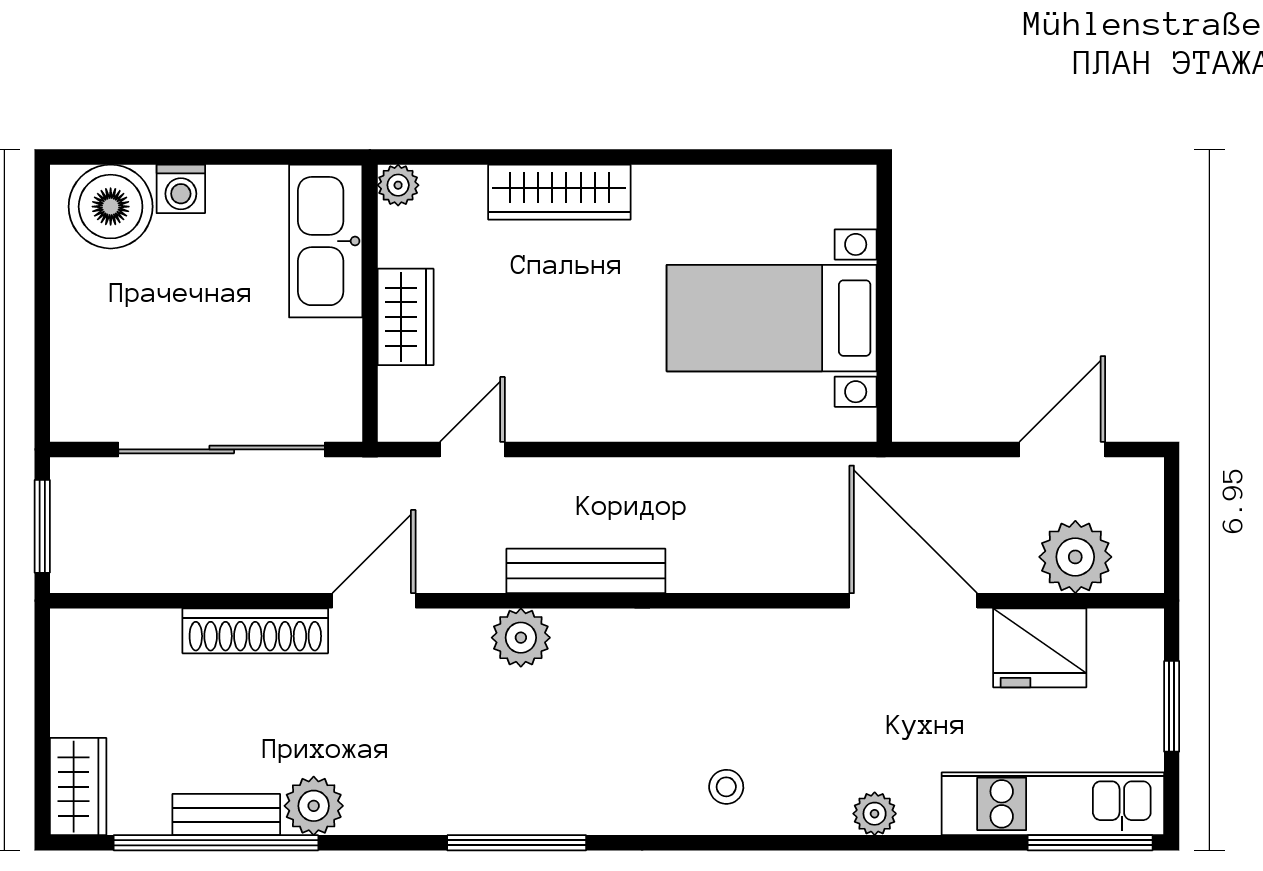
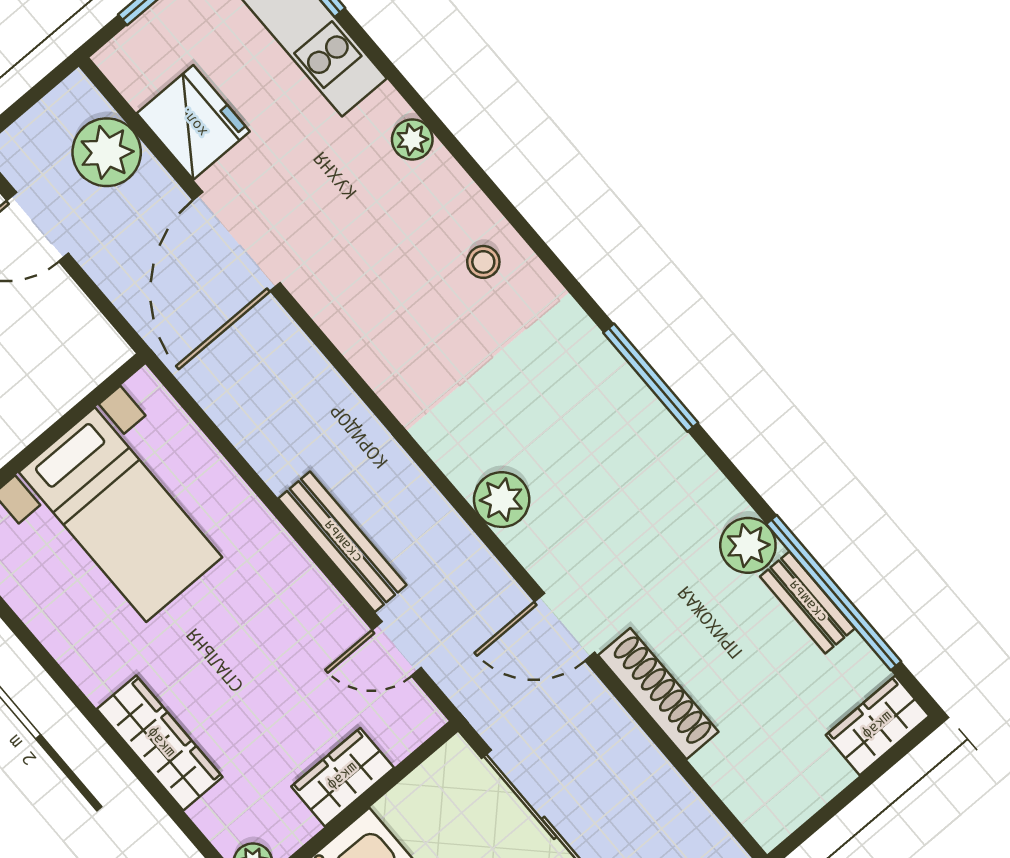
bench: (586, 571) -> (342, 542), moved

